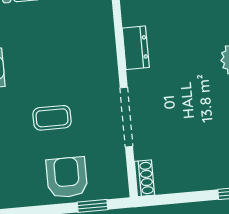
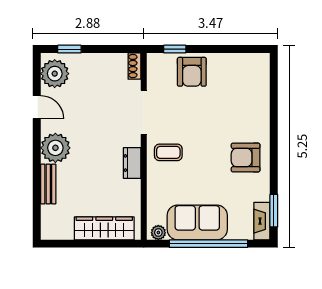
coffee table: (52, 118) -> (168, 152), moved

